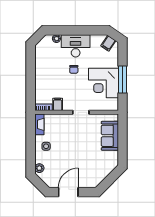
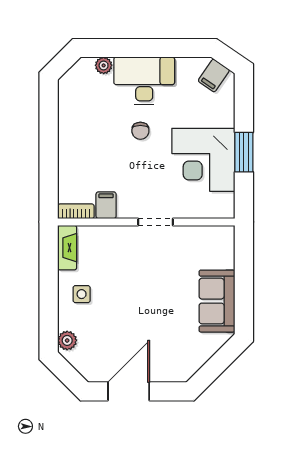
window: (123, 79) -> (244, 152), width x0.69
sofa: (110, 136) -> (217, 301), moved

